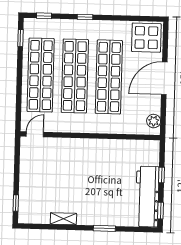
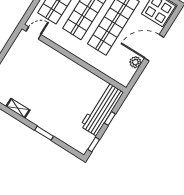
plant: (154, 121) -> (135, 62), moved
workbench: (147, 197) -> (102, 109), moved

